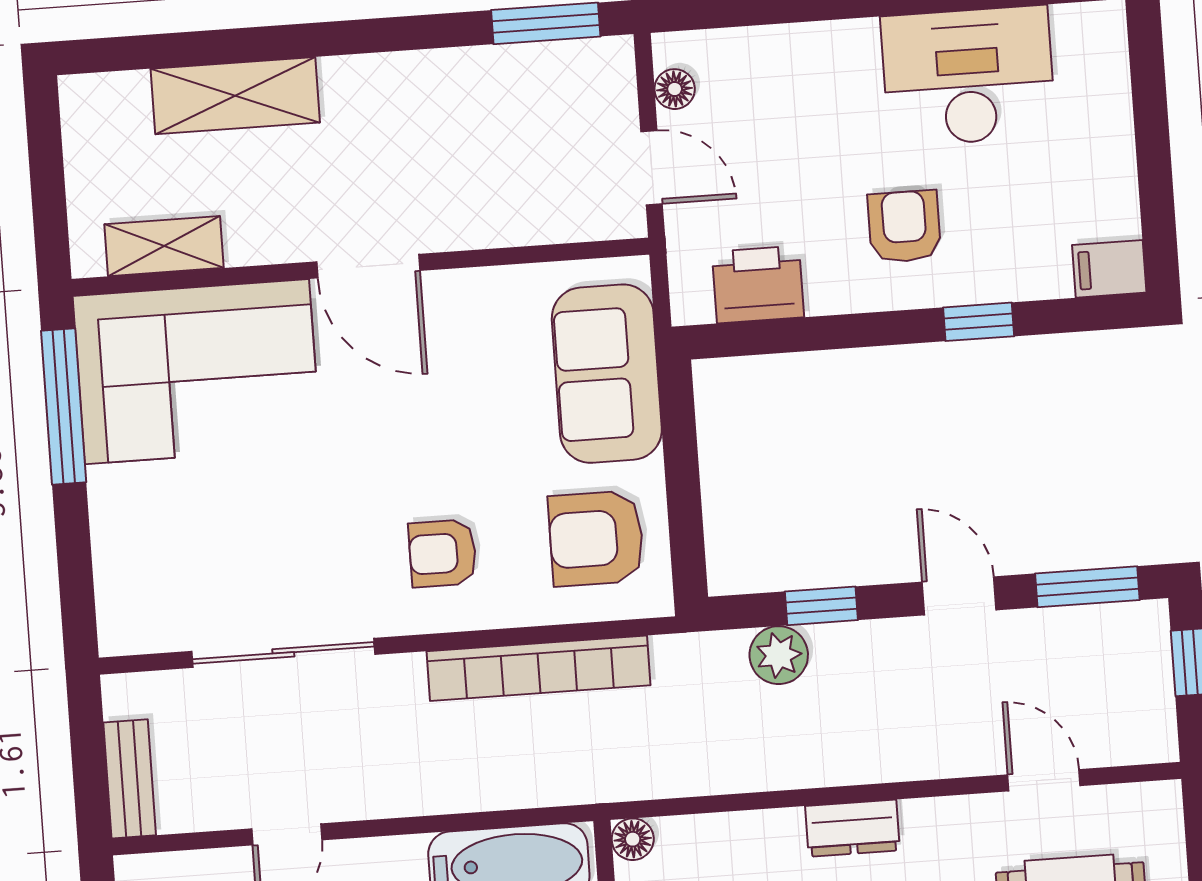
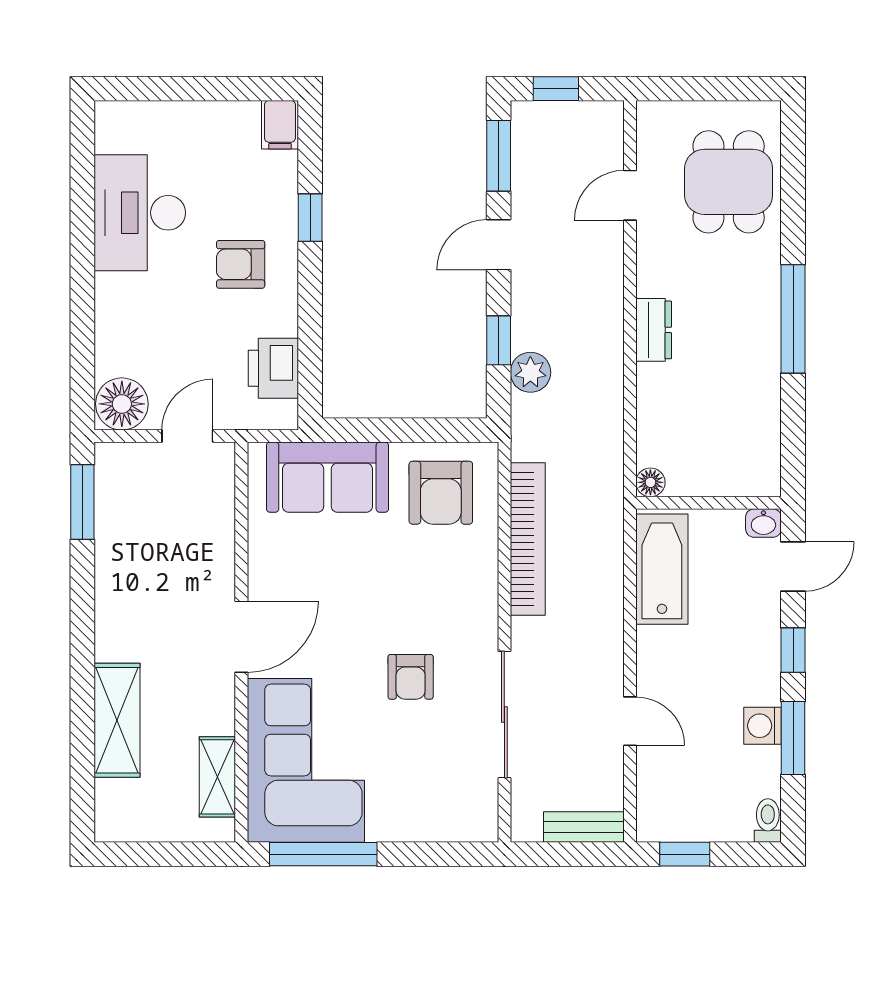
floor lamp: (675, 89) -> (122, 404), width x1.89, depth x1.89
armchair: (443, 553) -> (411, 677), moved

